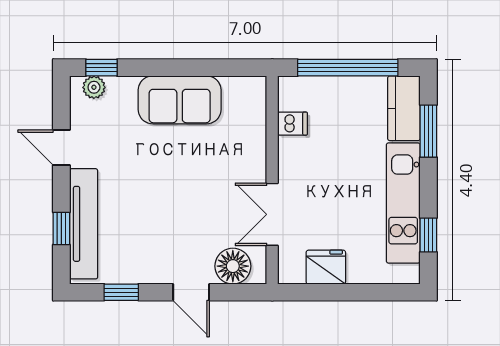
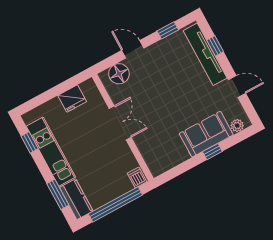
window: (101, 68) -> (212, 152), moved
sofa: (180, 100) -> (206, 134), moved
dishwasher: (293, 124) -> (137, 178), moved, turned 90
double door: (272, 214) -> (120, 123), moved

